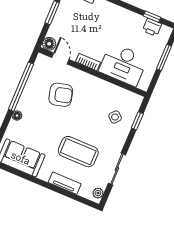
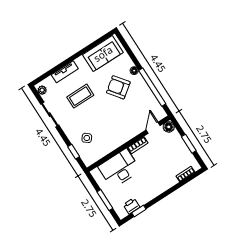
door: (60, 59) -> (153, 128), swing flipped
armchair: (61, 95) -> (118, 87), moved, turned 67
coffee table: (78, 152) -> (80, 96), width x0.73, depth x0.76

